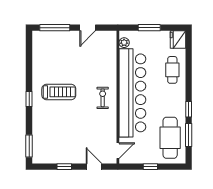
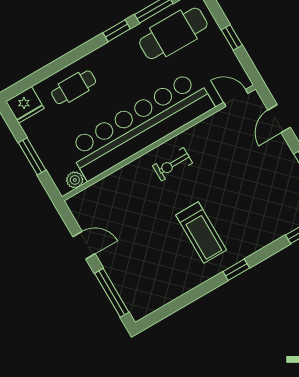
treadmill: (59, 92) -> (201, 233), turned 180

